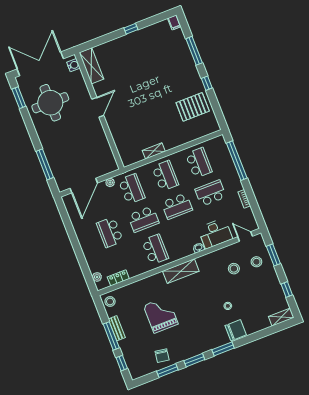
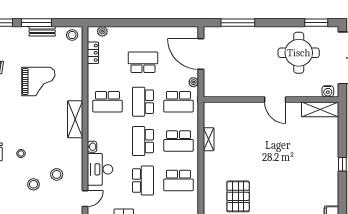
stool: (256, 262) -> (33, 184), moved

